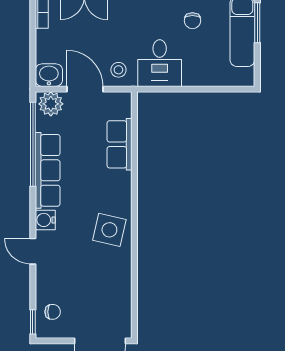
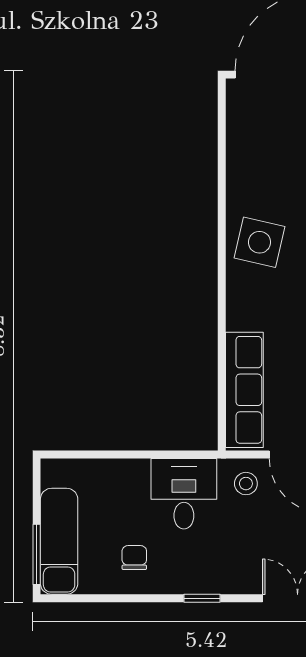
row of seats: (120, 144) -> (244, 390), width x1.48

